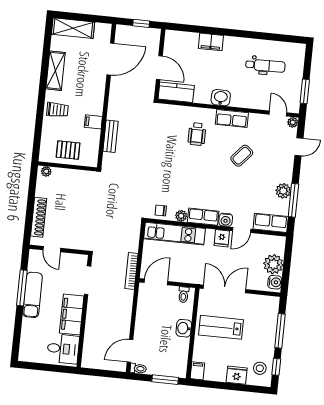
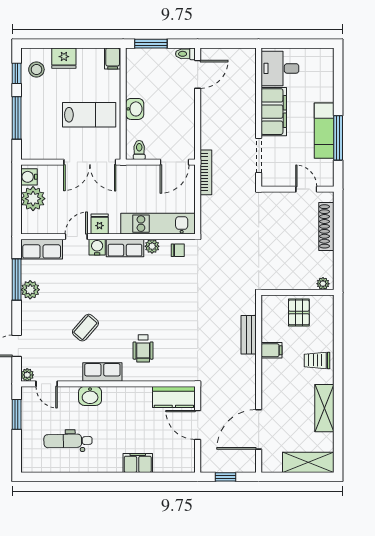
washbasin: (221, 98) -> (90, 396), moved
wheelchair: (197, 134) -> (143, 348), turned 180
pallet: (68, 150) -> (299, 312), turned 90

